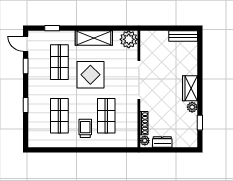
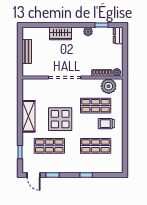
bench: (183, 36) -> (27, 51), moved
plant: (129, 39) -> (109, 86), moved
door: (26, 44) -> (34, 175), hinge flipped
wardrobe: (190, 88) -> (60, 34), moved
dresser: (162, 142) -> (118, 36), moved

